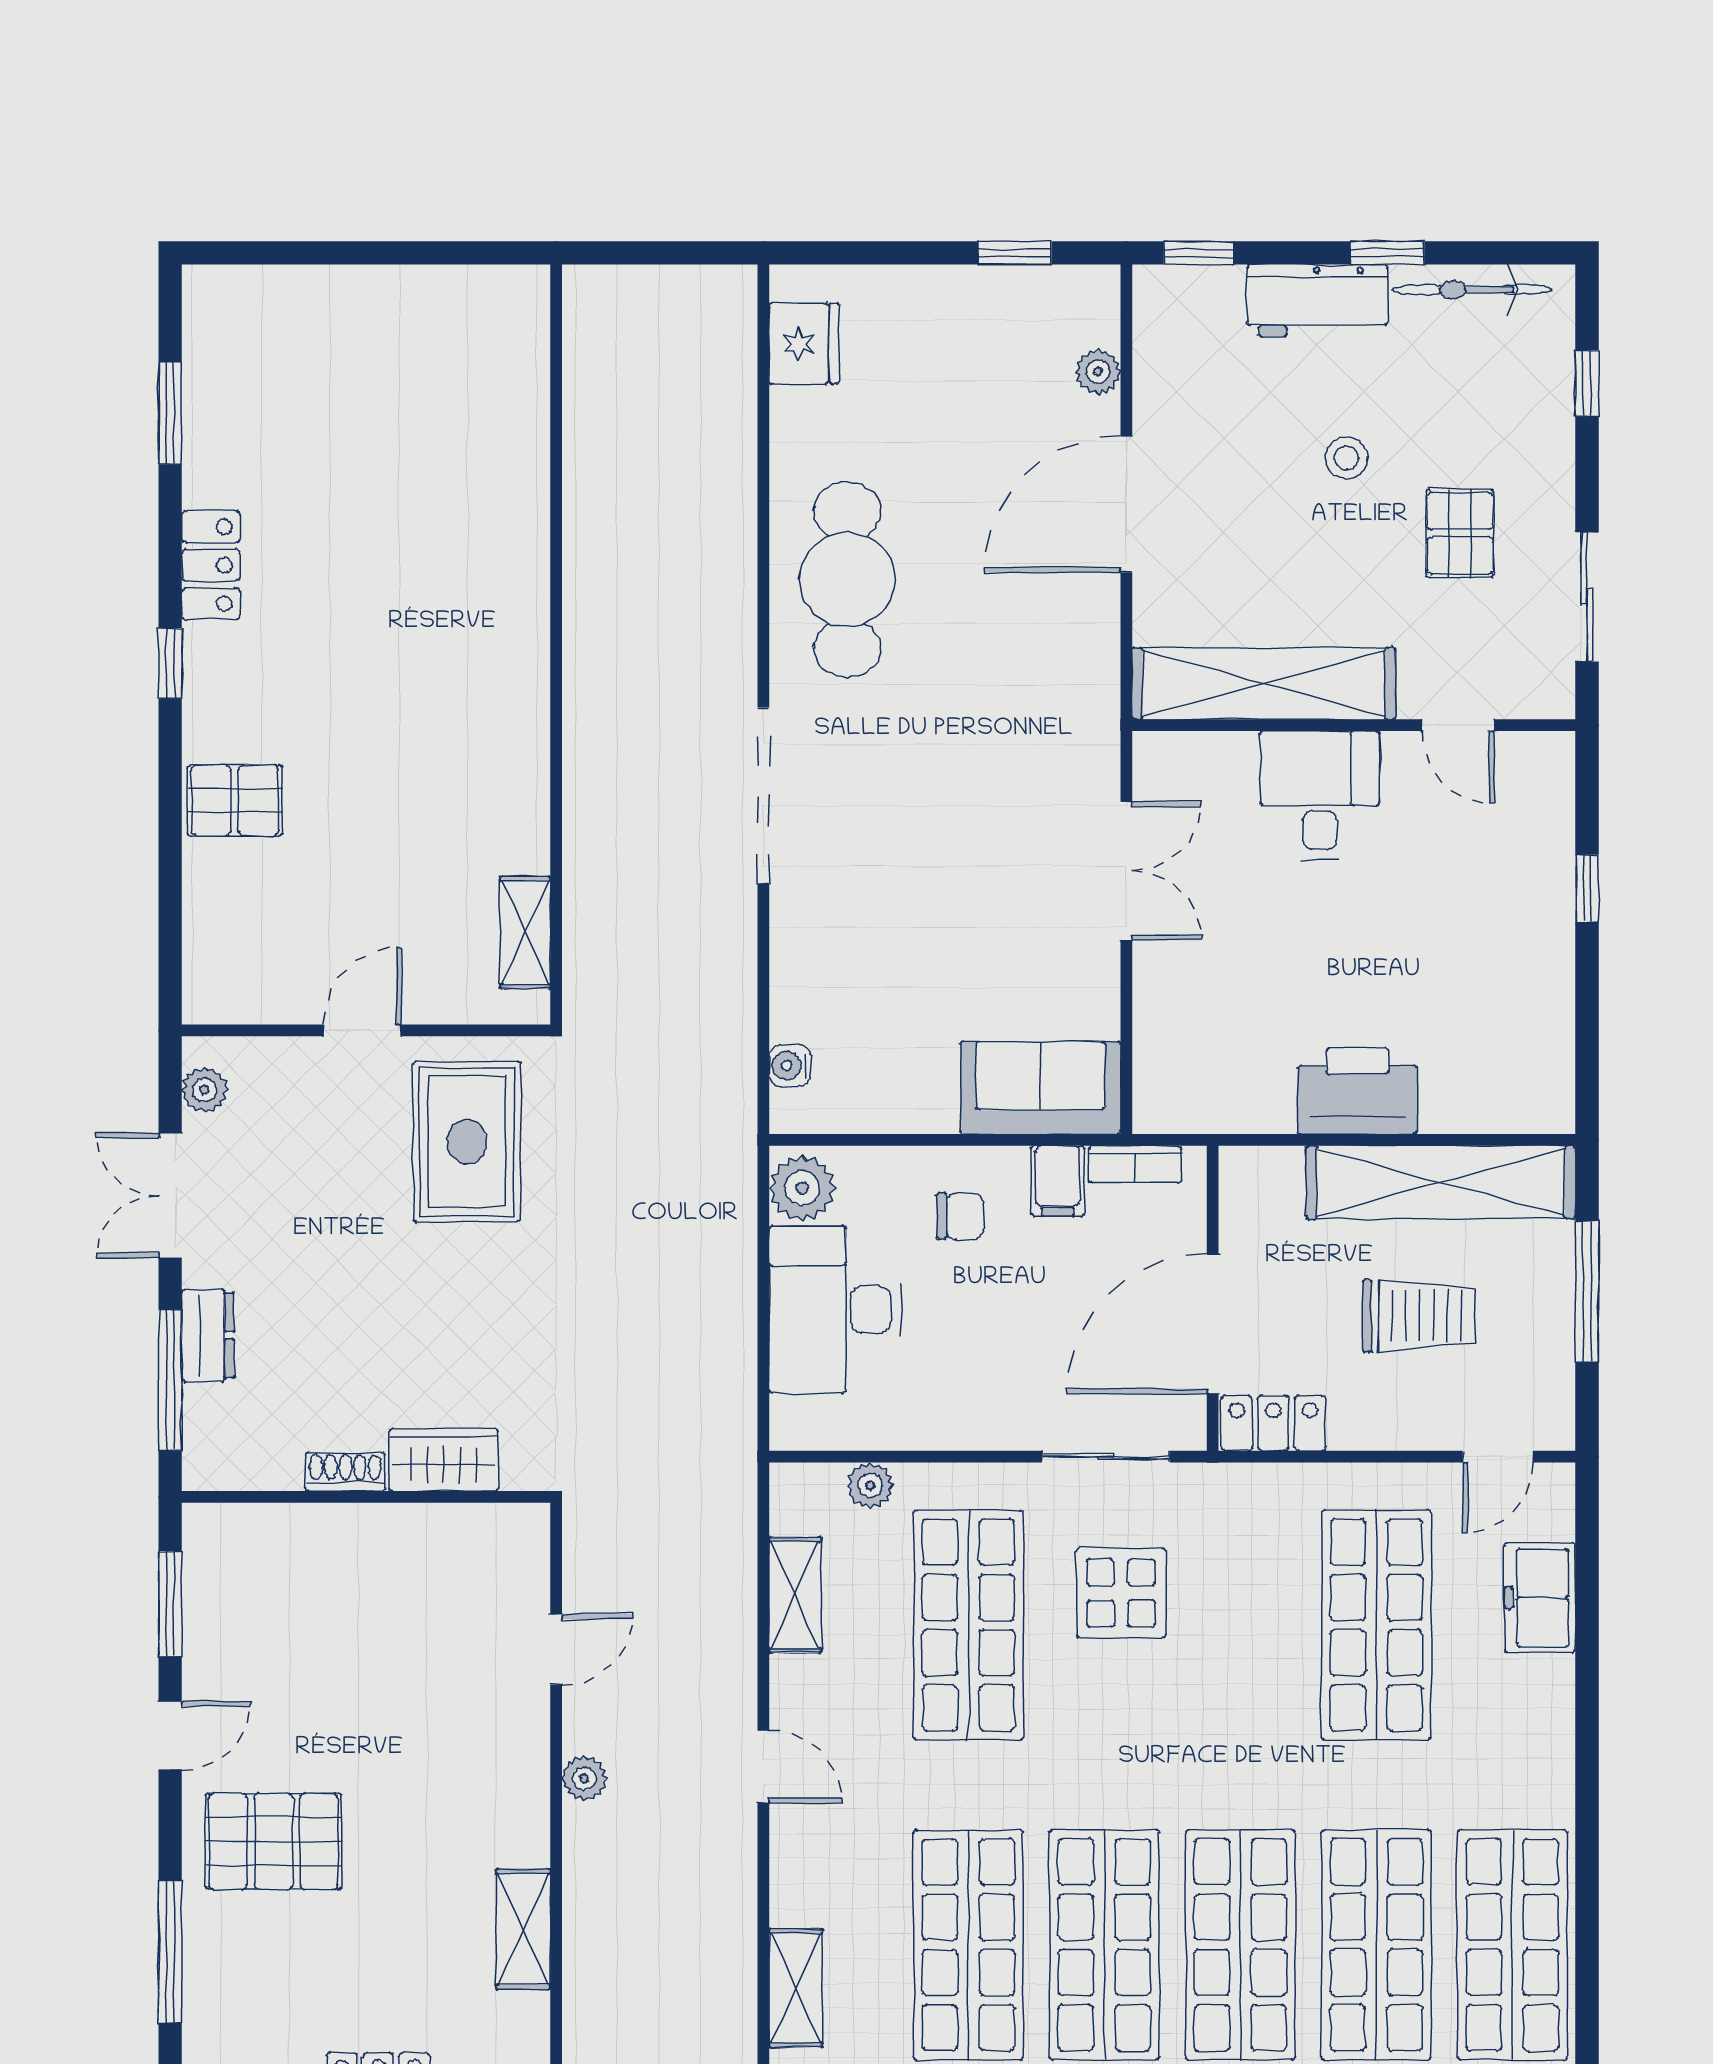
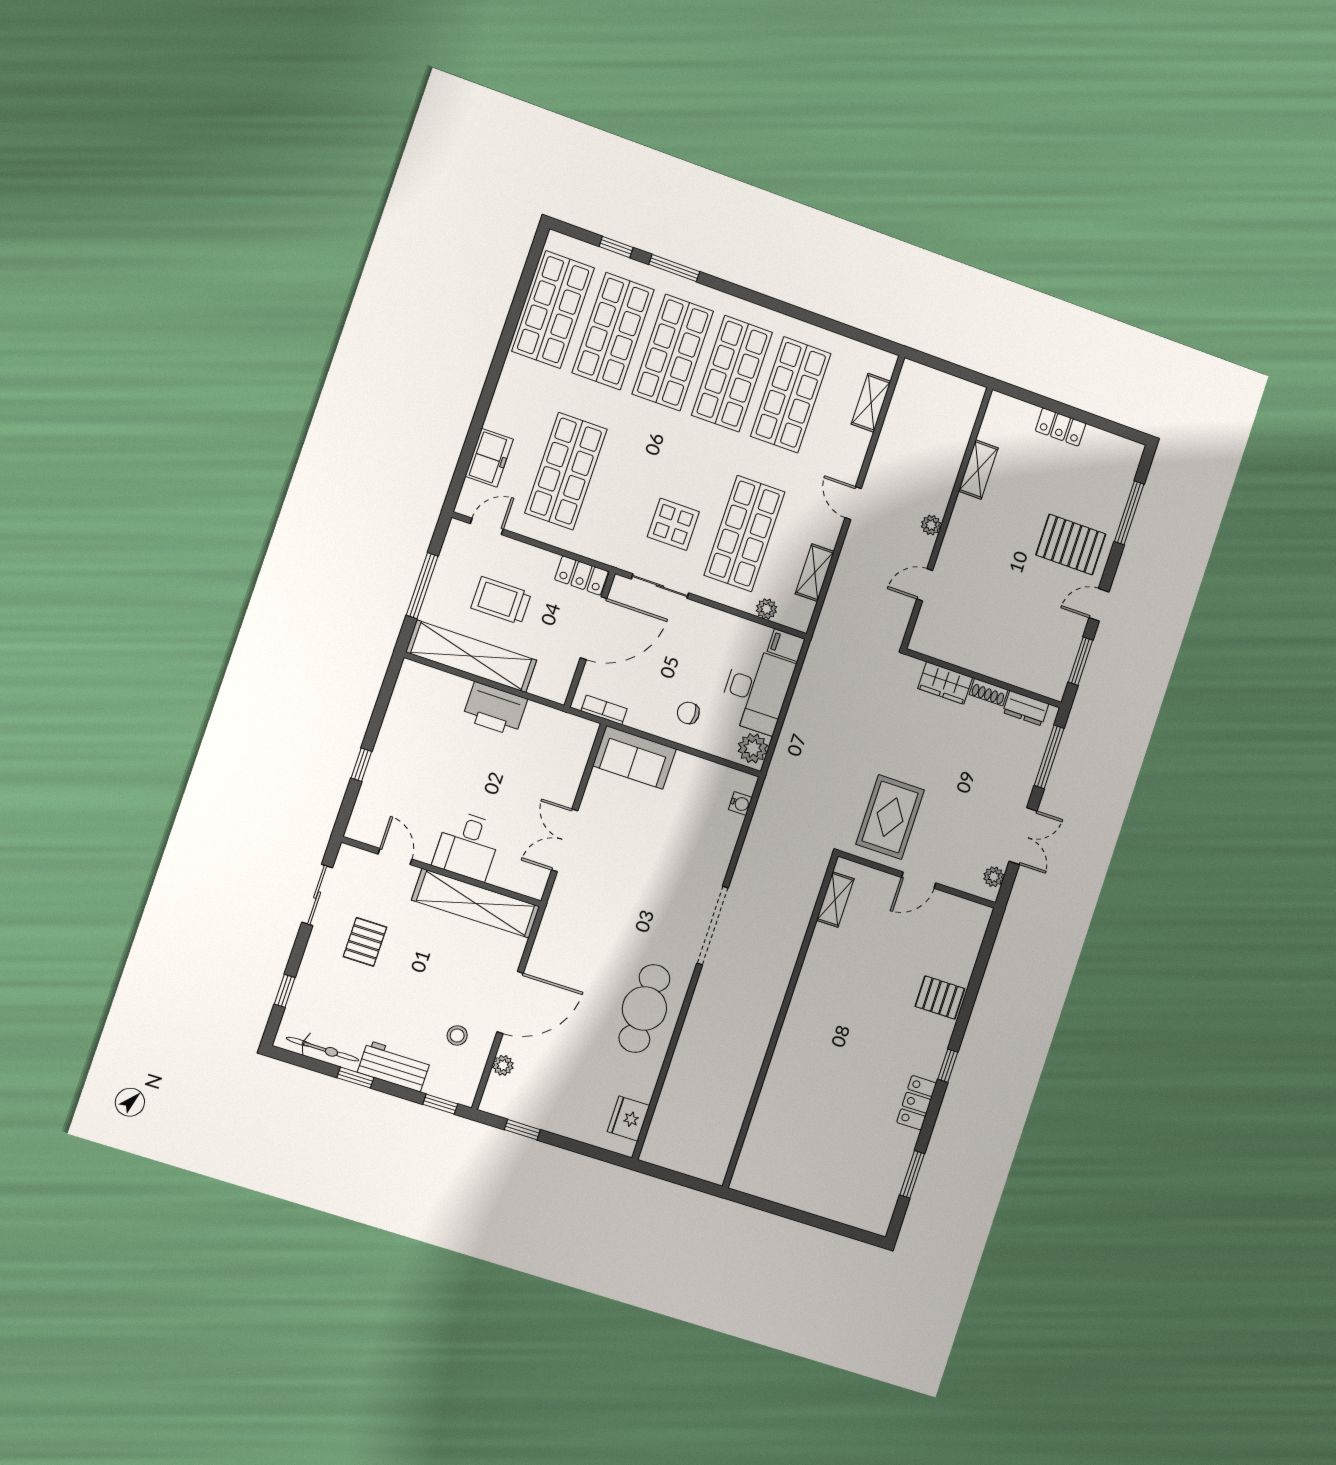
stool: (1346, 458) -> (457, 1035), moved
filing cabinet: (1058, 1181) -> (786, 645), moved, turned -90
dresser: (208, 1335) -> (1026, 708), moved, turned -90

